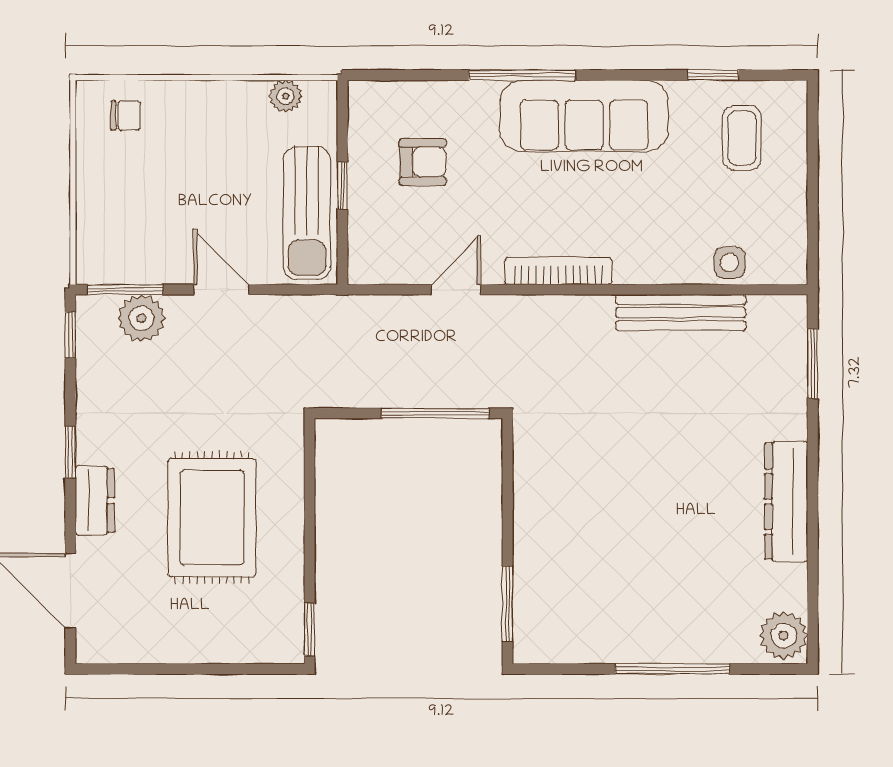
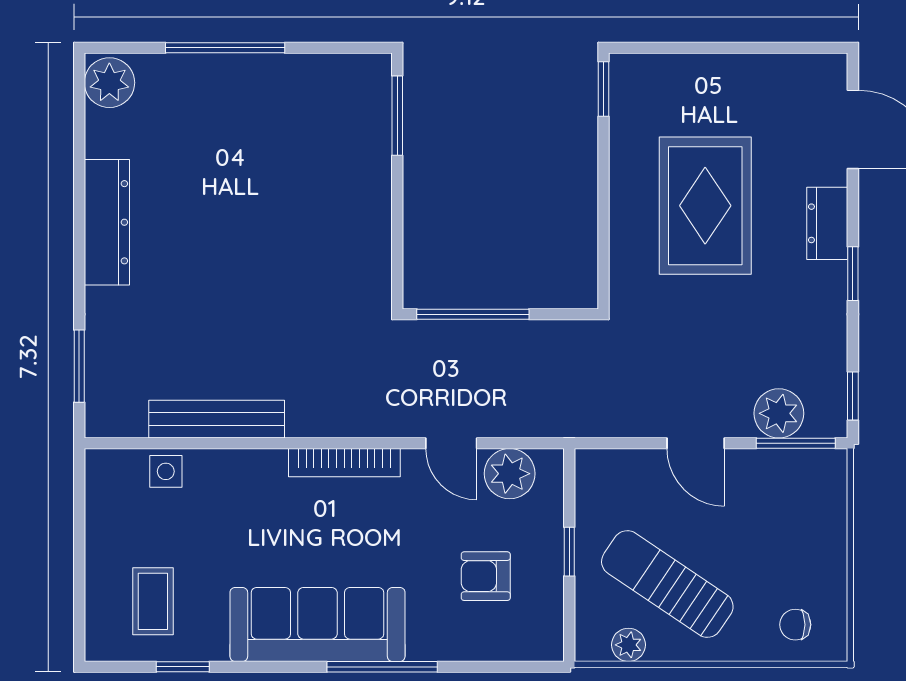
sun lounger: (307, 213) -> (667, 584), moved, turned -56
plant: (400, 260) -> (510, 474), added
door: (456, 290) -> (451, 443), hinge flipped

